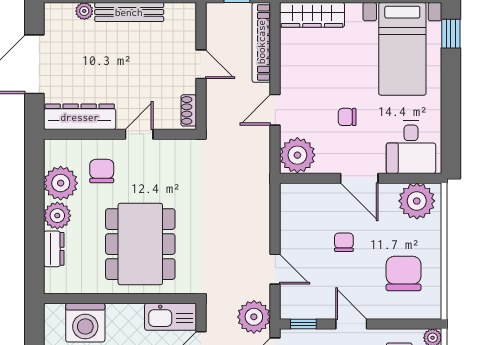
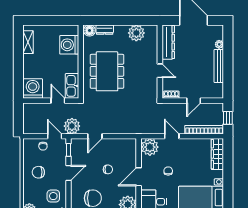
chair: (102, 171) -> (142, 53), removed
plant: (57, 216) -> (121, 31), removed
dining table: (140, 244) -> (107, 71), turned 90
floor lamp: (55, 280) -> (89, 30), added

